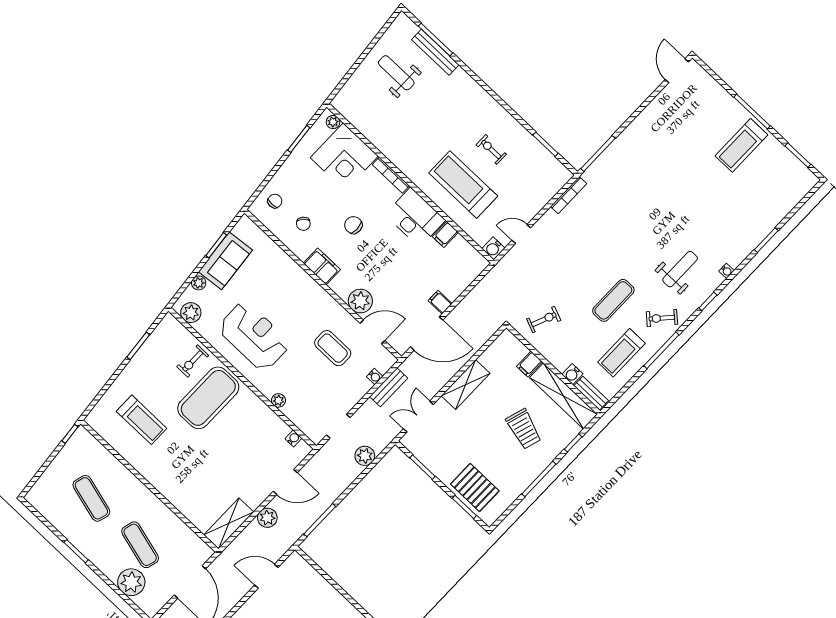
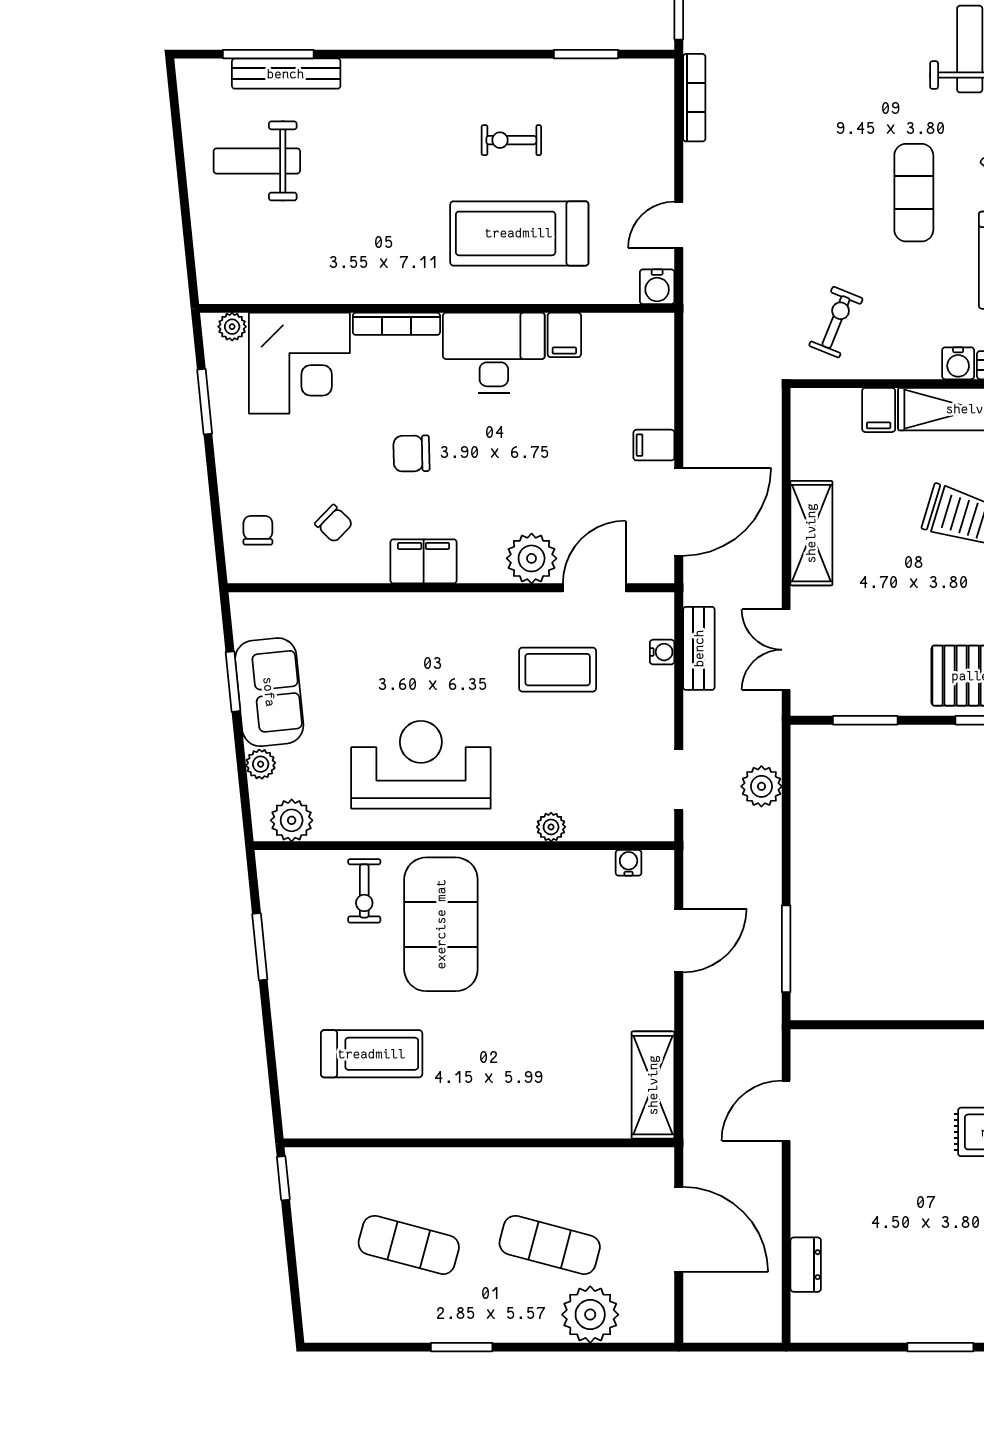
plant: (267, 518) -> (703, 1021), removed

